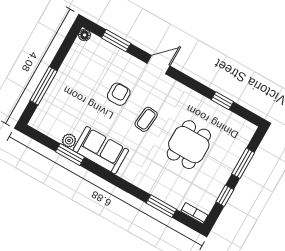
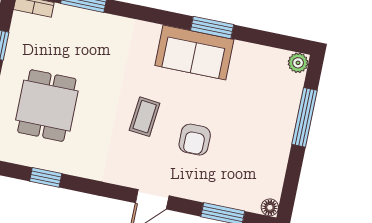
plant: (69, 141) -> (298, 63), moved
dining table: (189, 145) -> (47, 106), moved
window: (70, 154) -> (212, 28), moved

